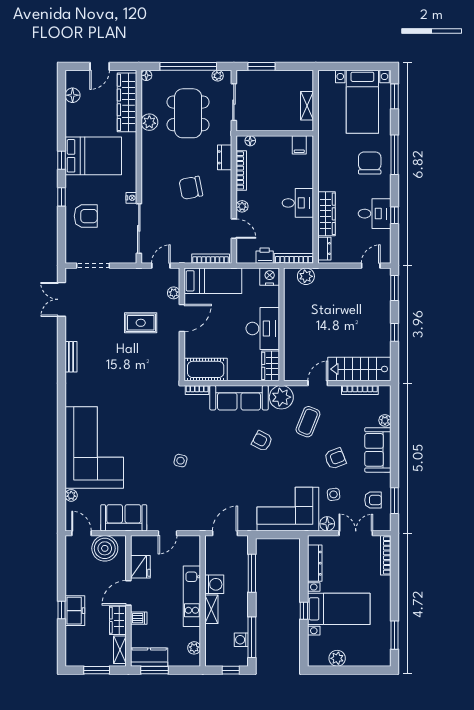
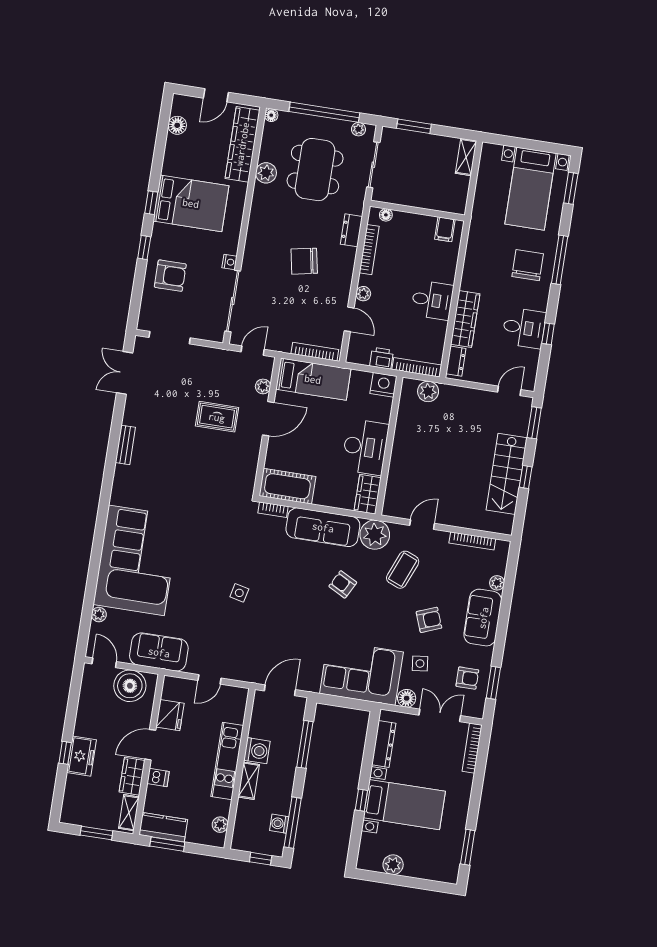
shelving: (307, 106) -> (466, 157), moved
stairs: (359, 369) -> (507, 474), moved, turned -90

